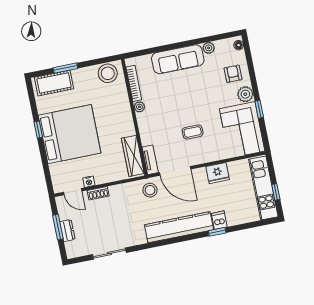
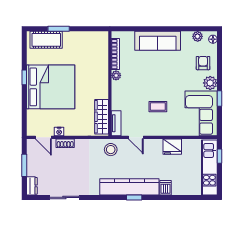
plant: (209, 48) -> (198, 36), moved
stool: (108, 73) -> (94, 41), removed
door: (175, 171) -> (136, 137), width x0.53
window: (276, 192) -> (220, 156), moved
dresser: (67, 231) -> (32, 186), moved
window: (217, 232) -> (134, 197), moved

